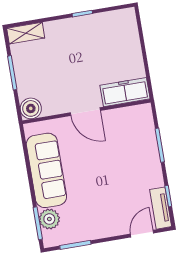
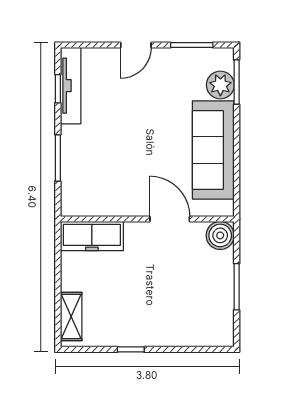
shelving: (26, 33) -> (71, 317), moved, turned 90
door: (85, 112) -> (170, 219), moved
tv unit: (161, 208) -> (71, 86), width x1.41
door: (142, 234) -> (136, 45), moved

